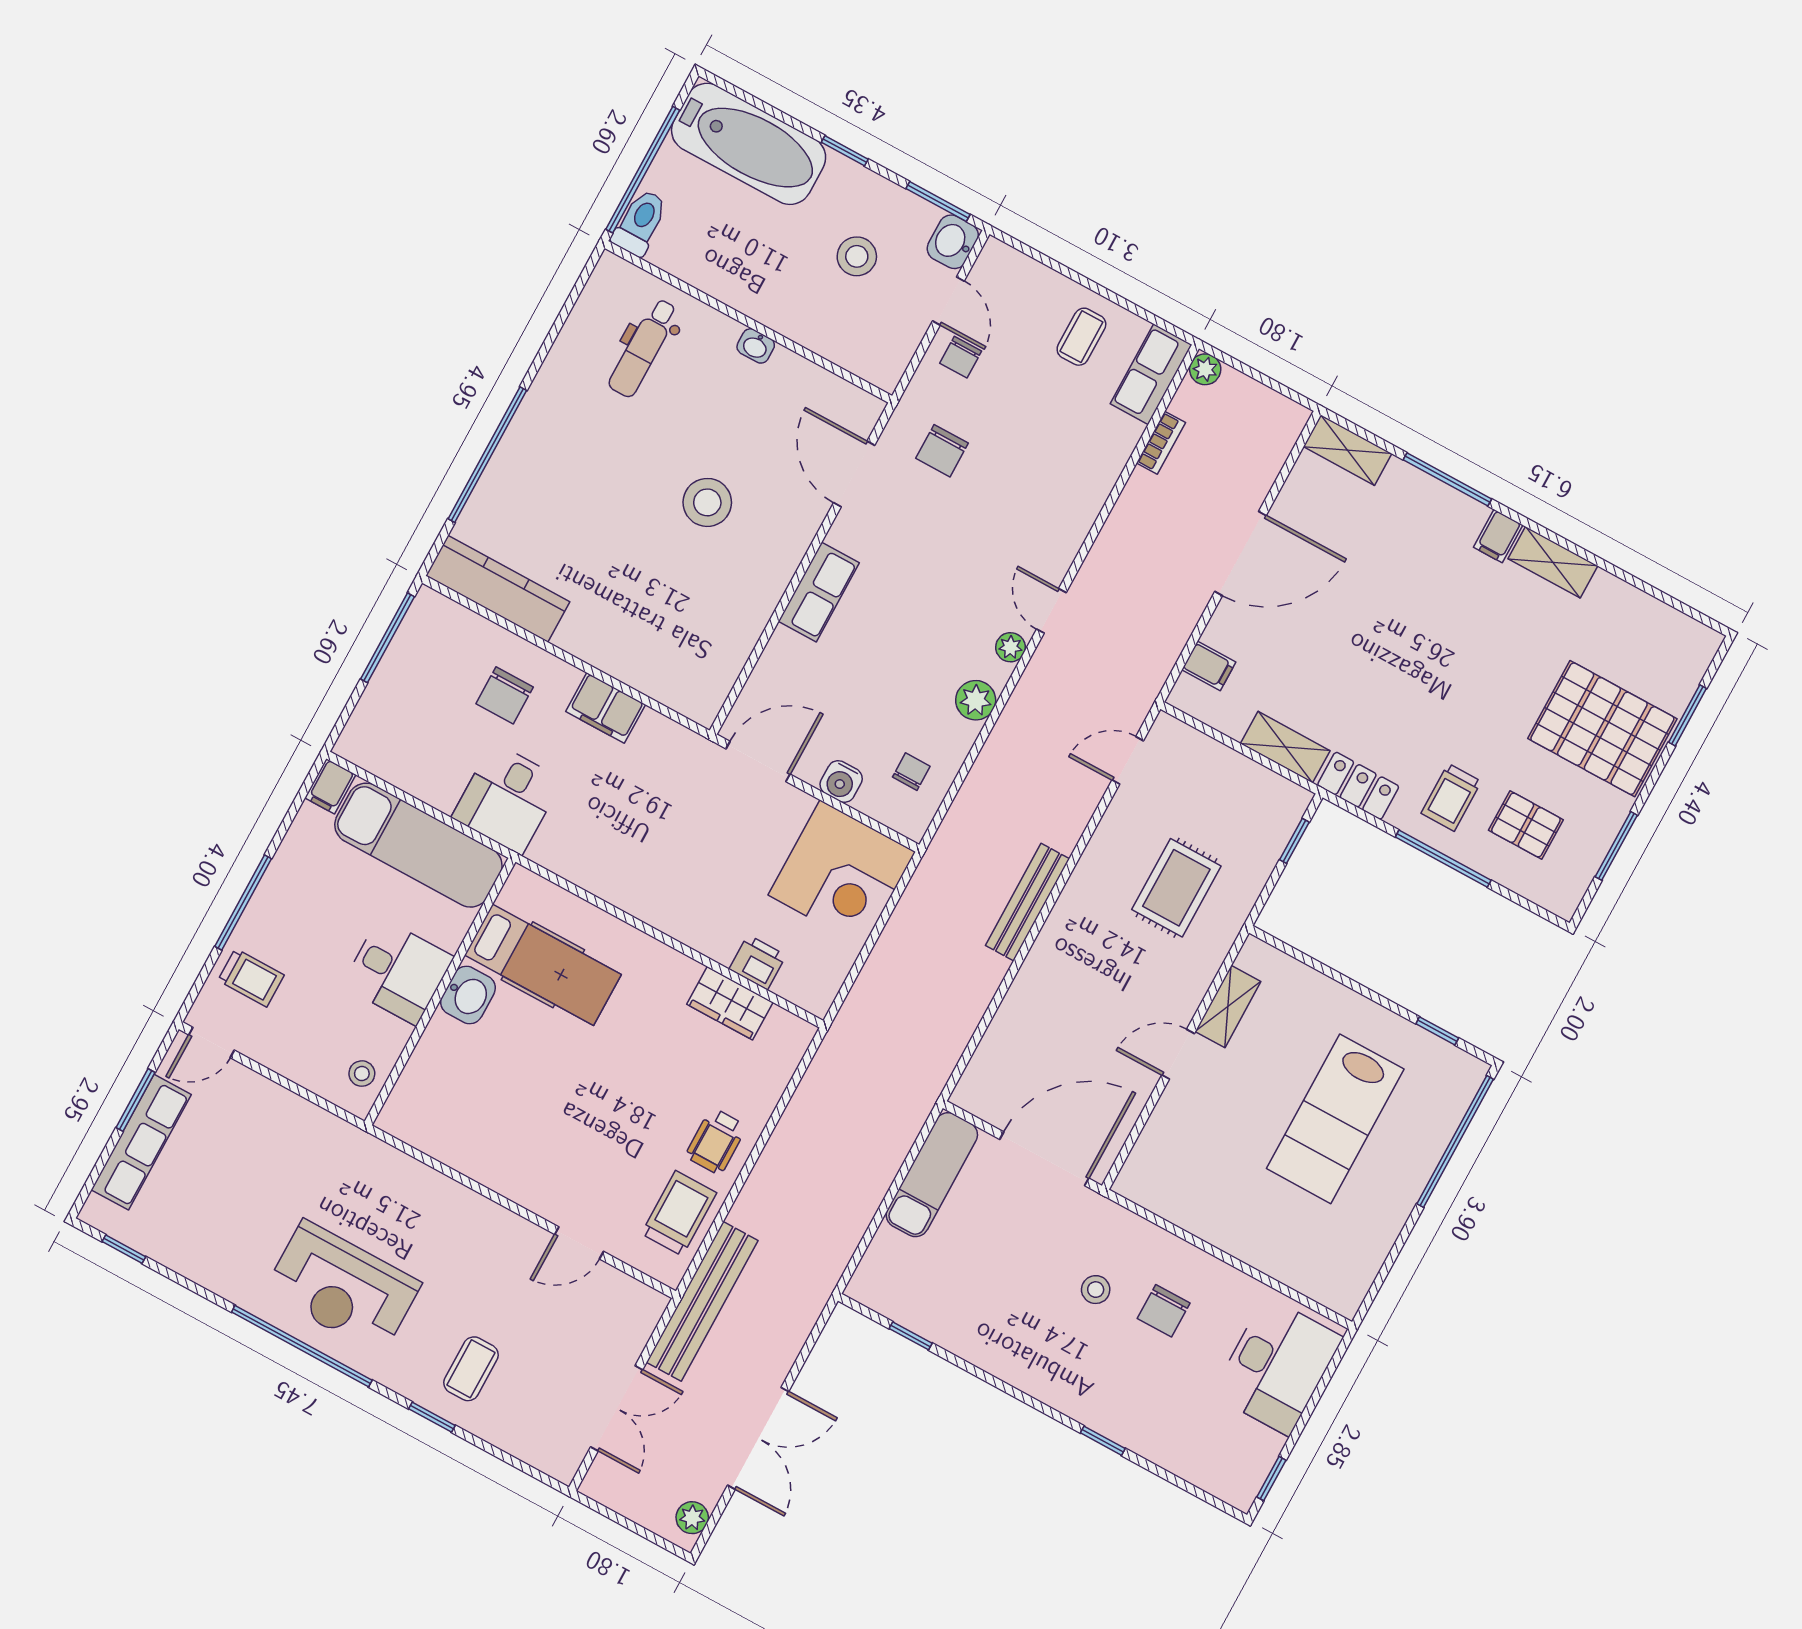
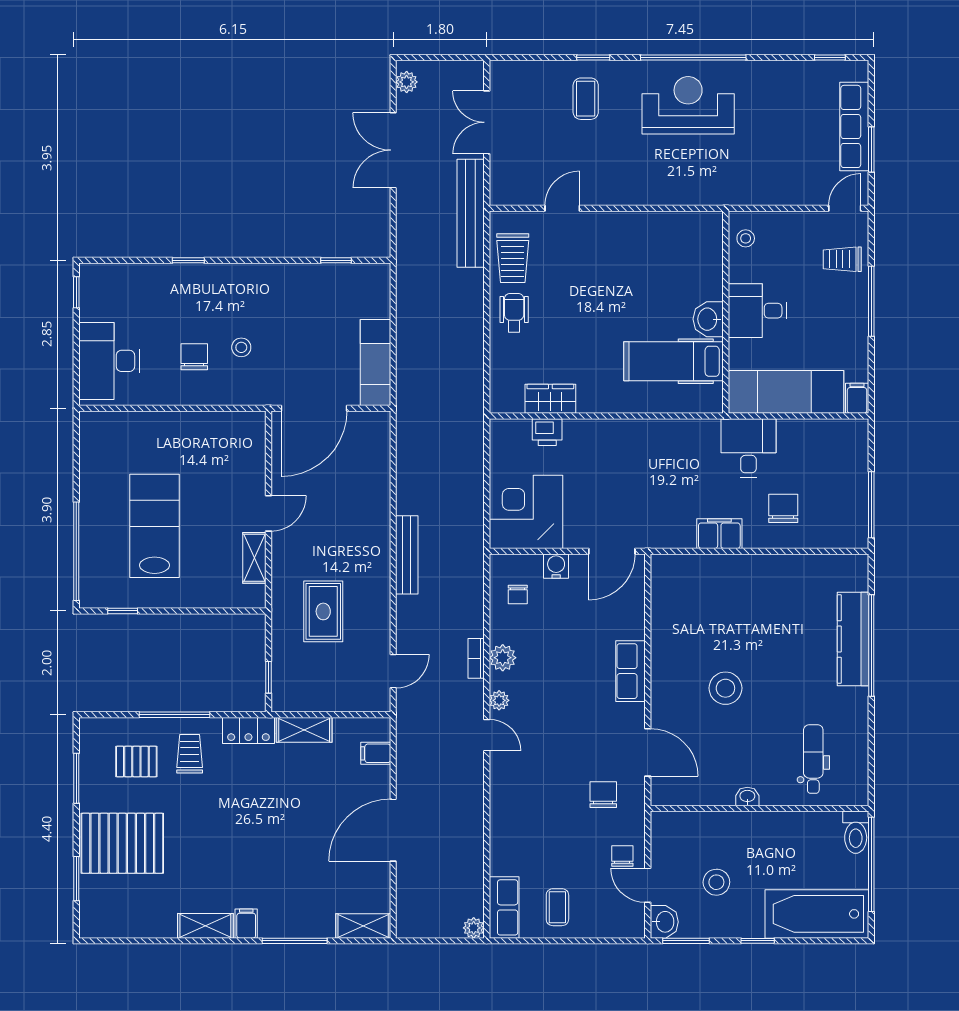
bookcase: (1161, 443) -> (476, 658), moved
kitchen counter: (498, 589) -> (853, 639), moved, turned 90

